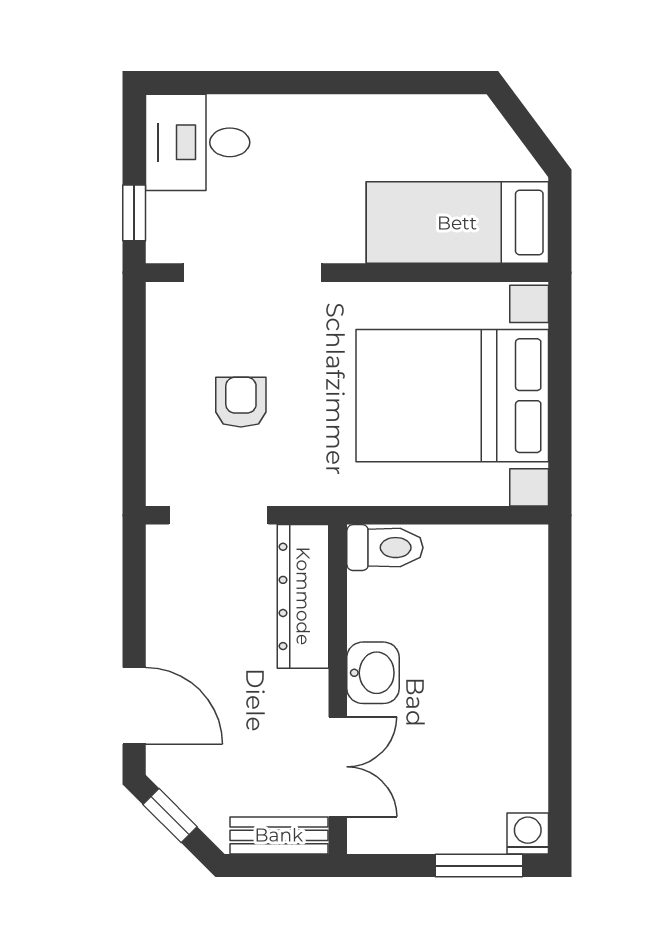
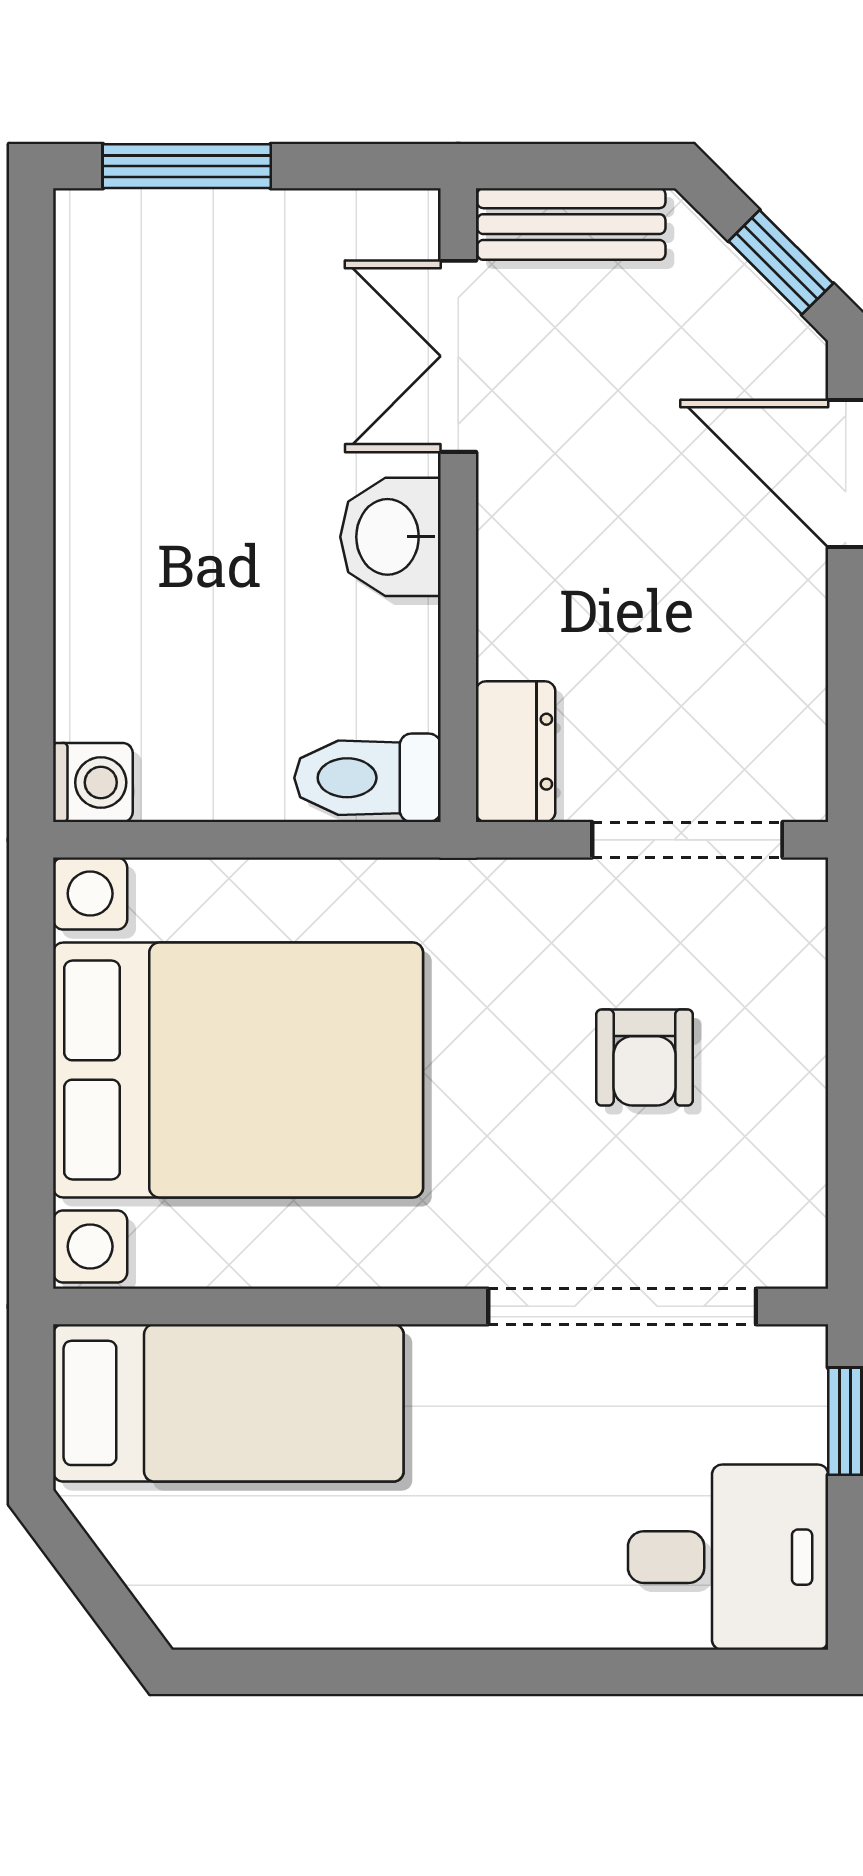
dresser: (303, 596) -> (515, 752), width x0.51, depth x0.80
washing machine: (528, 833) -> (93, 782), moved, turned -90

